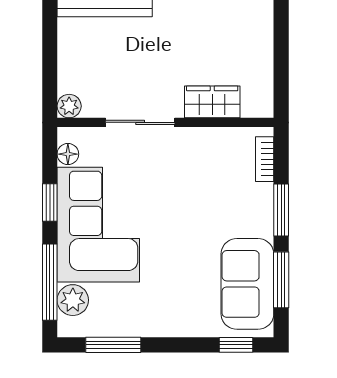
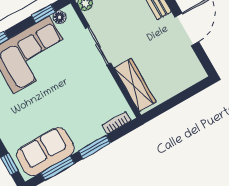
wardrobe: (212, 102) -> (135, 85), width x1.50
window: (50, 203) -> (43, 14), moved

